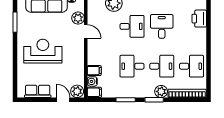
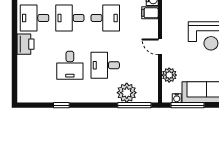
printer: (199, 19) -> (25, 44), moved
door: (86, 31) -> (160, 47), moved

